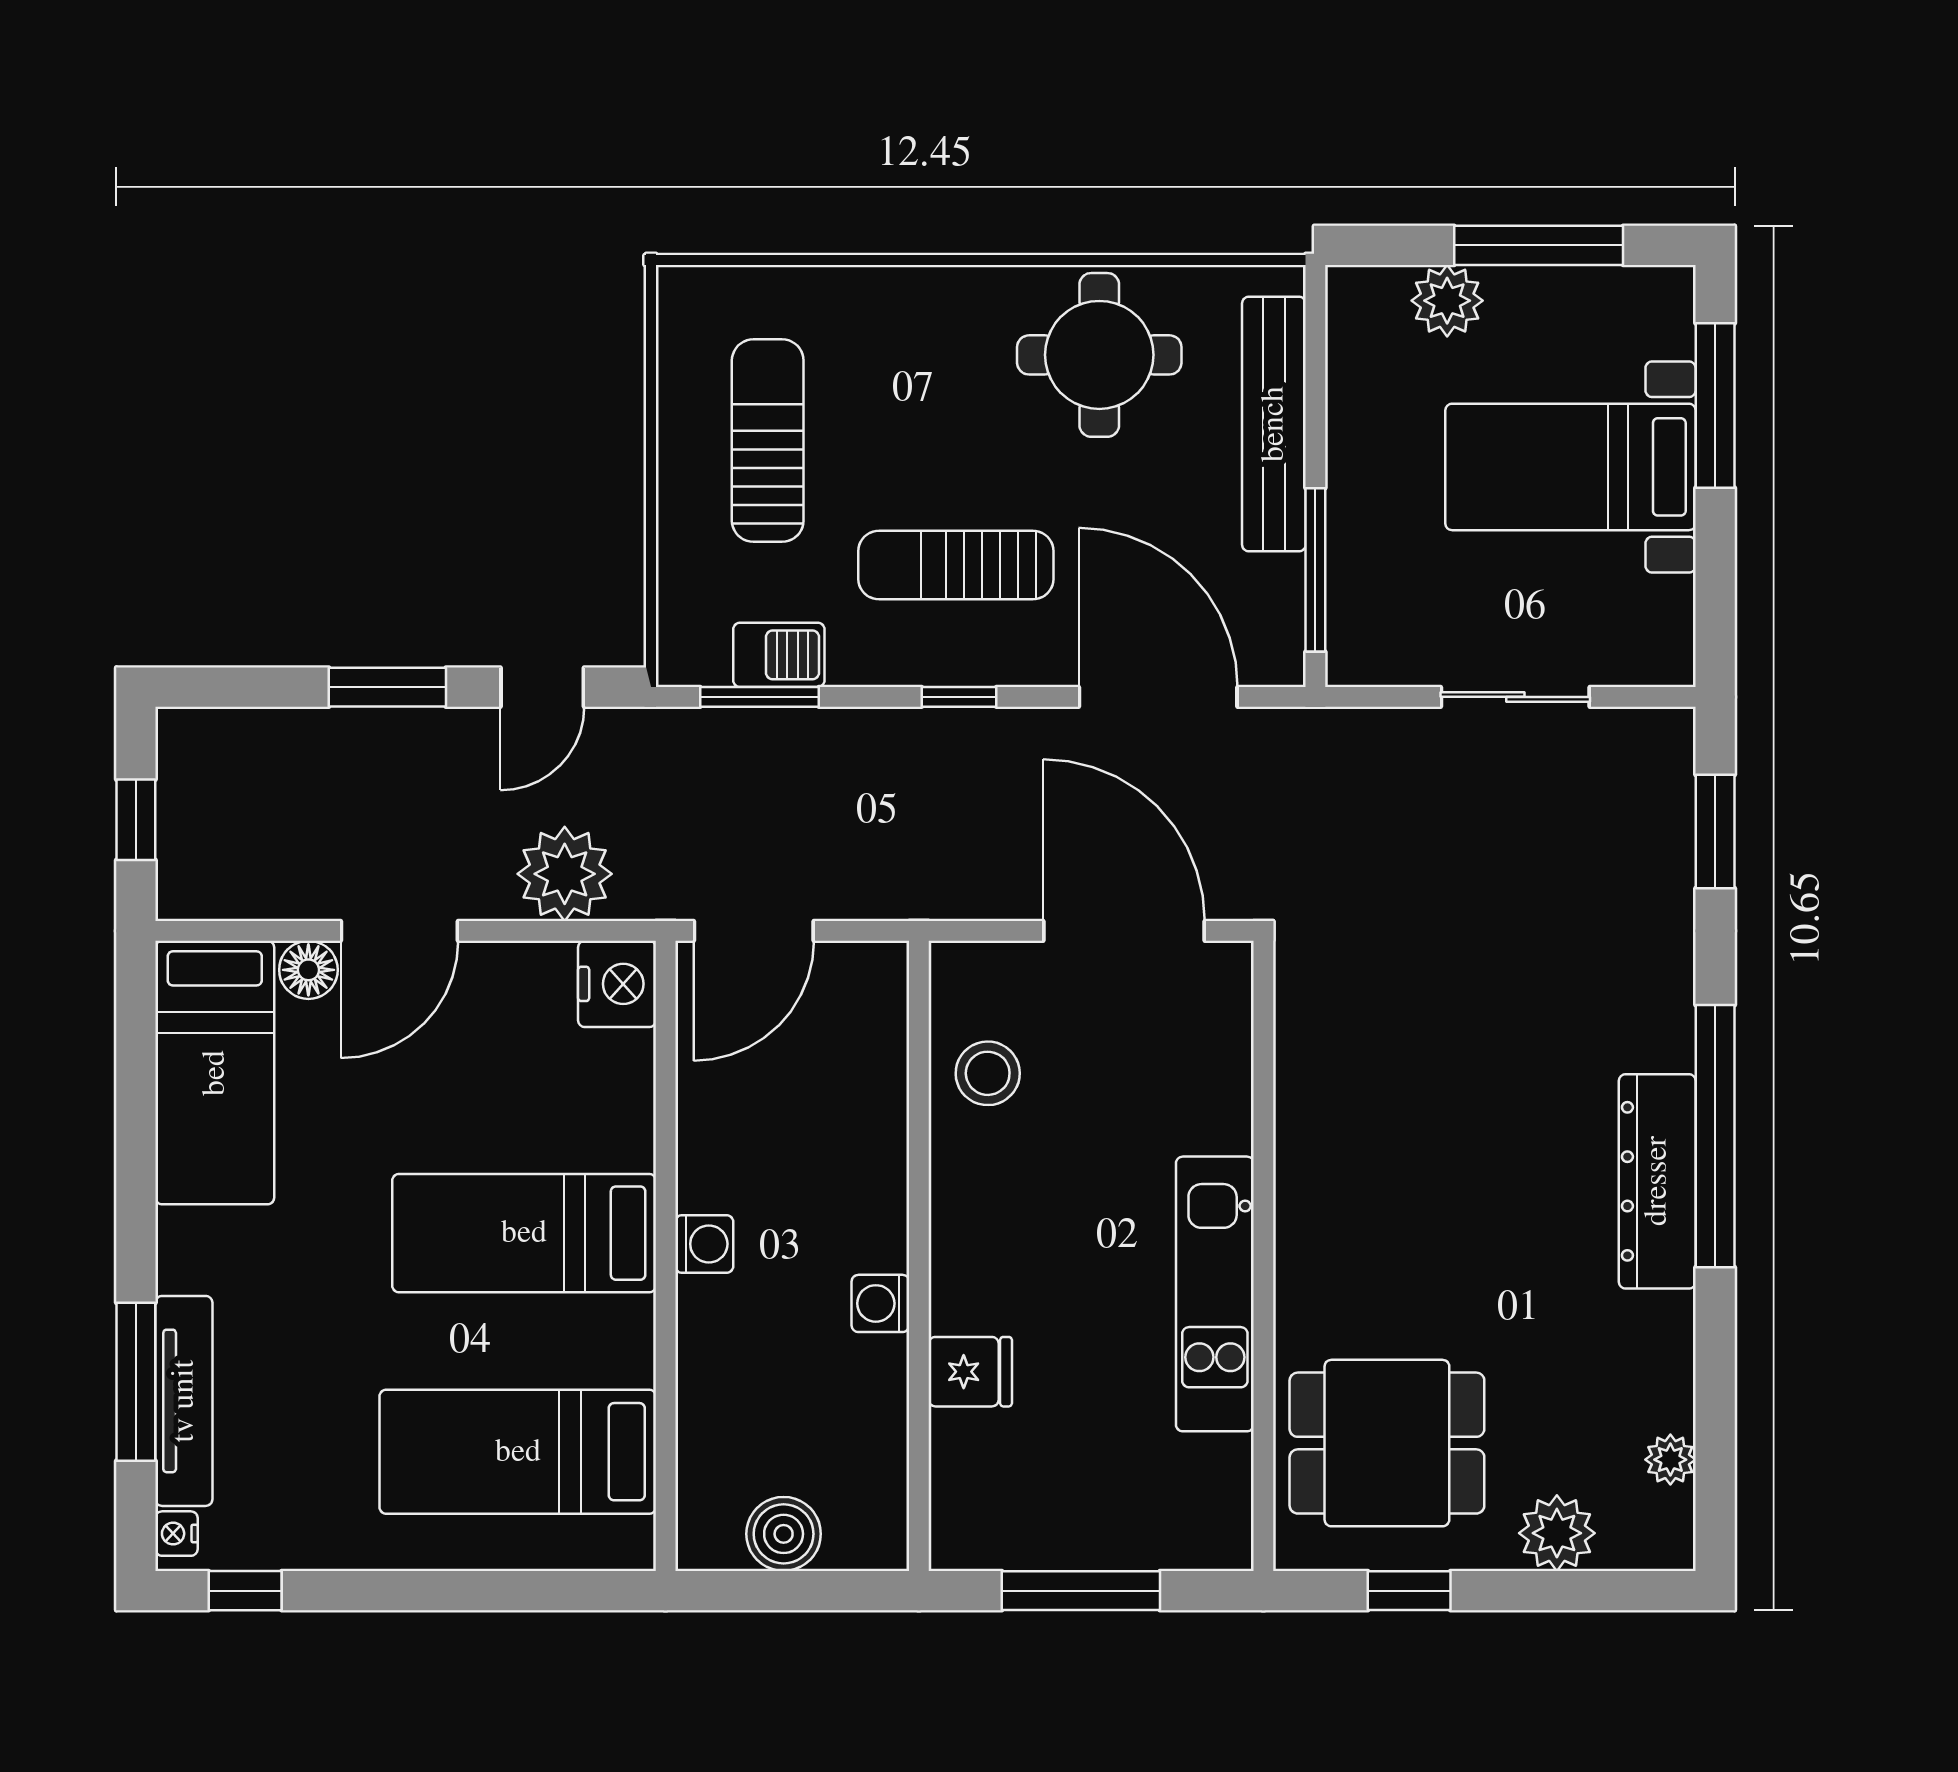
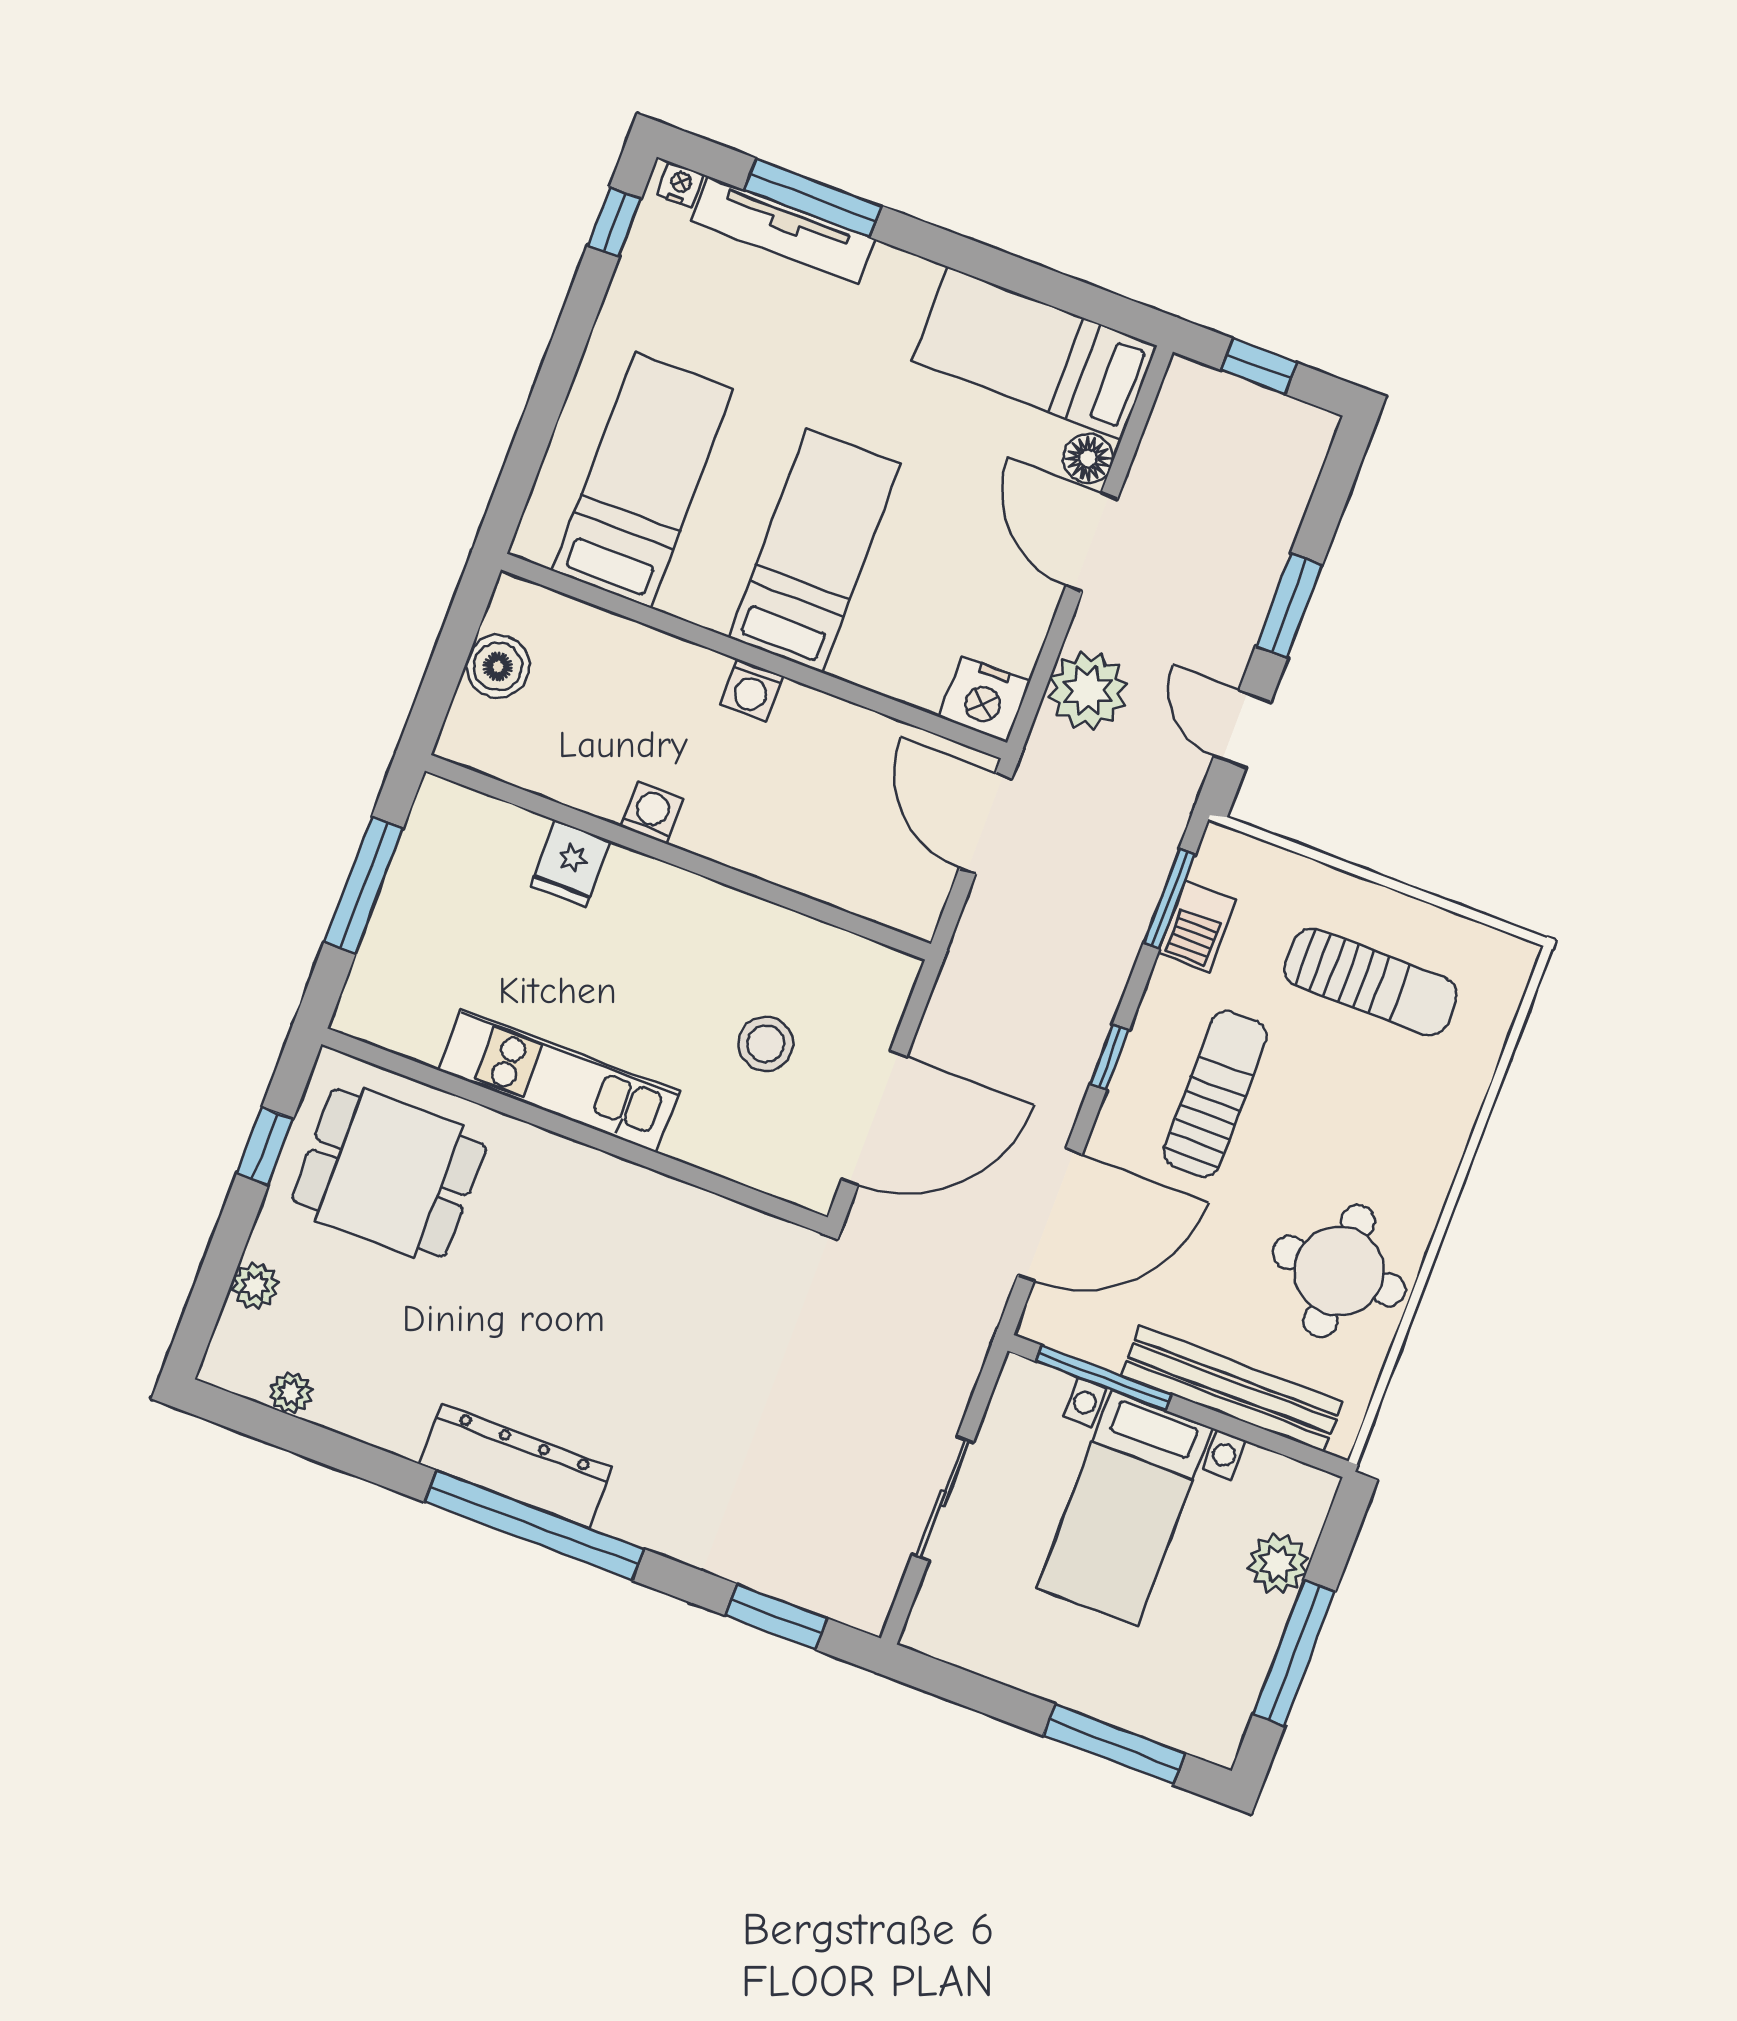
bed with nightstands: (1570, 467) -> (1124, 1508), moved, turned 180
stool: (988, 1073) -> (766, 1044), moved
dining table: (1387, 1443) -> (389, 1173), turned 90
plant: (1557, 1533) -> (255, 1286), width x0.73, depth x0.73

